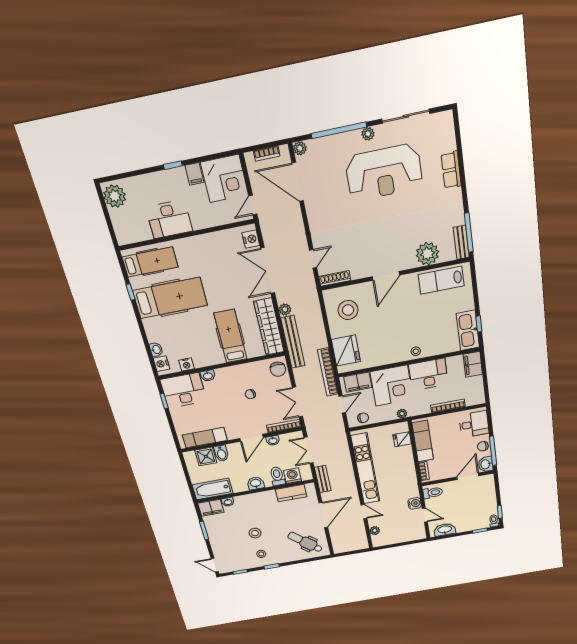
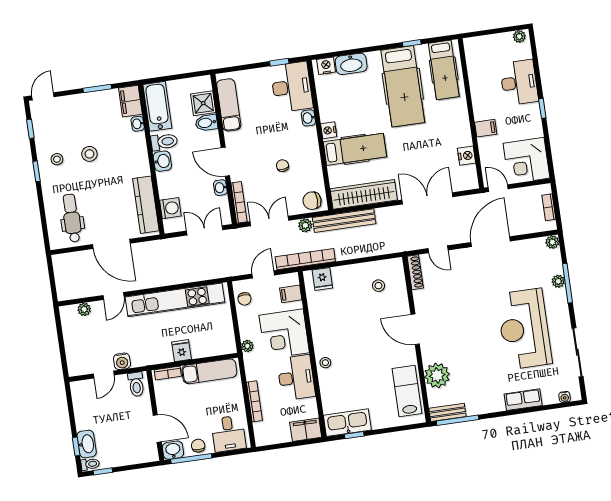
water cooler: (449, 128) -> (565, 397), added
window: (339, 130) -> (567, 283), width x0.68
plant: (368, 134) -> (558, 281), moved
filing cabinet: (194, 174) -> (486, 128), moved, turned 180
door: (298, 182) -> (491, 242), moved
plant: (115, 196) -> (519, 36), width x0.53, depth x0.53
desk: (169, 219) -> (519, 83), moved, turned 180
nightstand: (251, 239) -> (466, 156), moved, turned -90
plant: (285, 309) -> (305, 225), moved
stool: (348, 310) -> (378, 286), width x0.53, depth x0.53
washbasin: (156, 350) -> (351, 64), width x1.91, depth x1.45
fridge: (346, 351) -> (322, 279), width x0.53, depth x0.75
nightstand: (186, 364) -> (329, 130), moved
filing cabinet: (358, 382) -> (291, 294), width x0.50
door: (342, 404) -> (263, 274), swing flipped
fridge: (402, 439) -> (182, 351), moved
toilet: (277, 476) -> (164, 142), moved
bench: (323, 479) -> (164, 246), removed
kitchen counter: (291, 493) -> (146, 205), width x1.50
washbasin: (445, 530) -> (87, 444), moved
dental chair: (305, 542) -> (72, 218), turned -41

